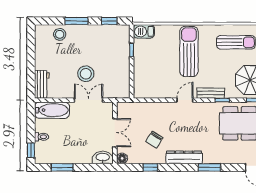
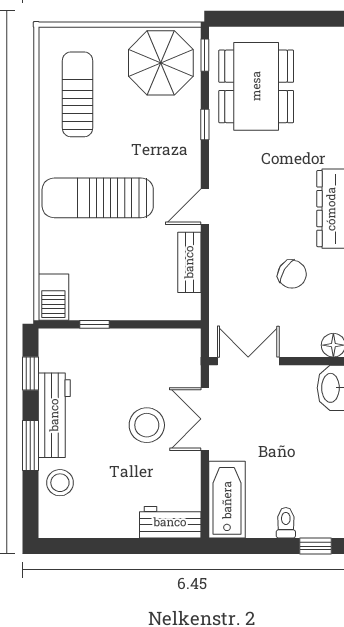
workbench: (90, 32) -> (54, 415), added
bench: (211, 93) -> (189, 262), moved
door: (185, 100) -> (205, 207), hinge flipped
double door: (115, 133) -> (248, 361), moved

